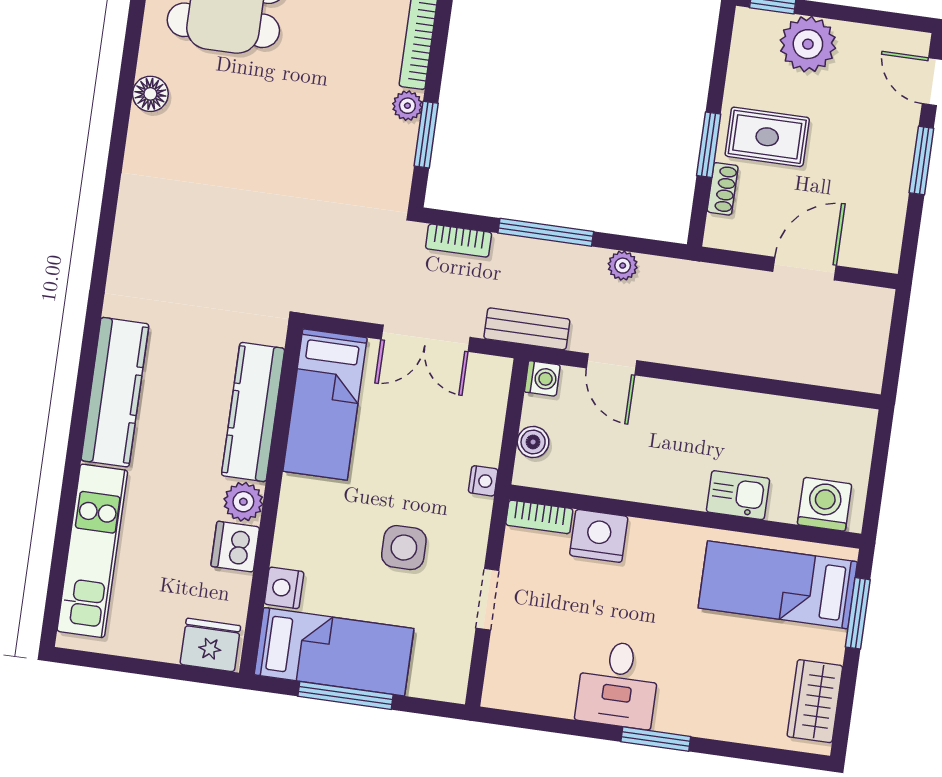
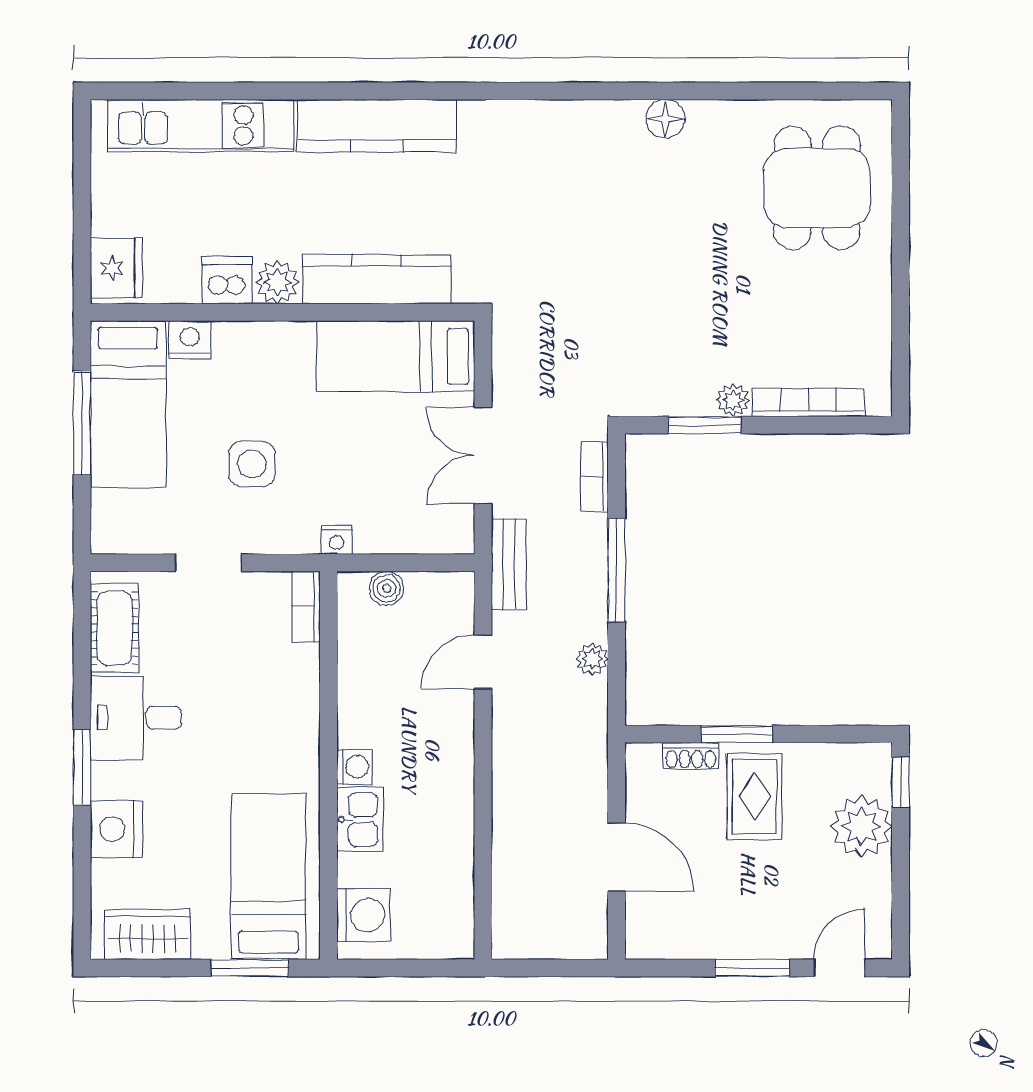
floor lamp: (150, 94) -> (665, 119), moved
washing machine: (542, 378) -> (354, 767), moved, turned -90
nightstand: (599, 536) -> (116, 829), moved, turned 180
cot: (534, 692) -> (114, 628), added

